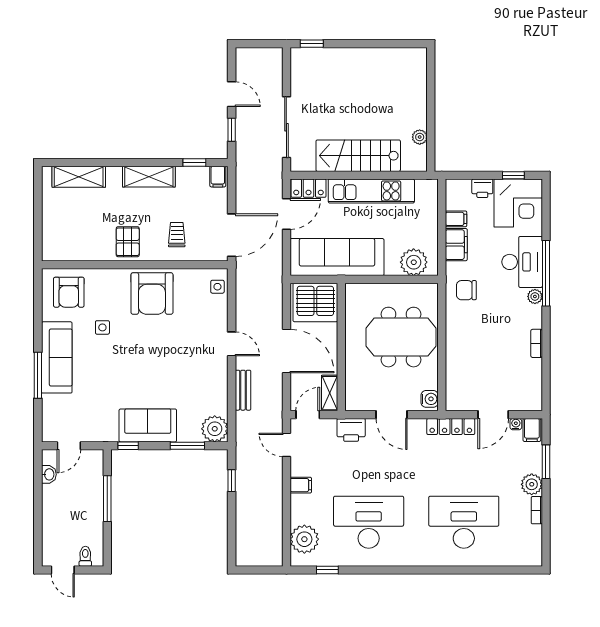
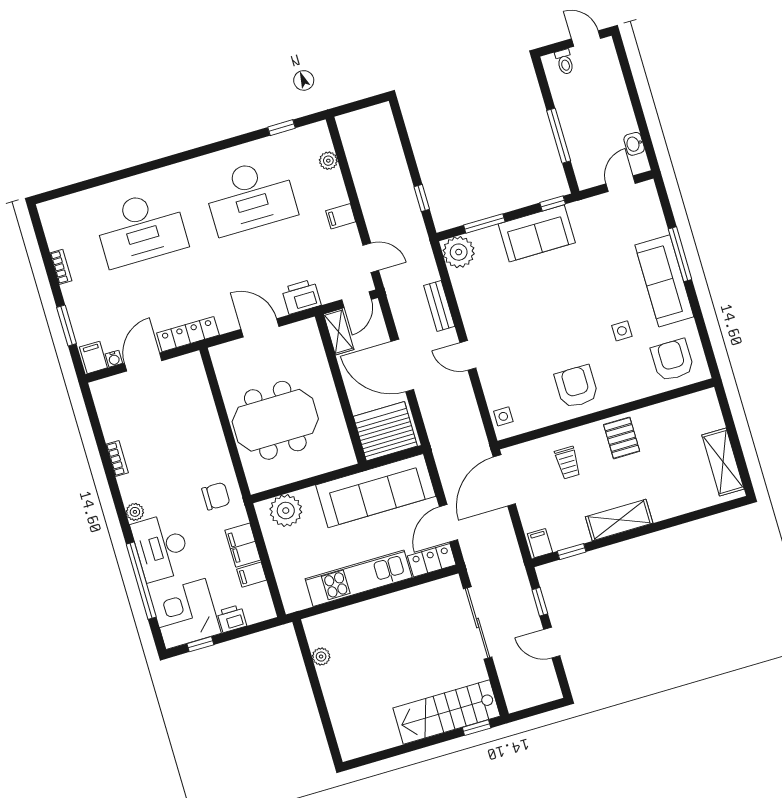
stairs: (358, 156) -> (447, 712), moved, turned 180
shelving: (79, 177) -> (723, 462), moved, turned 90
window: (546, 273) -> (141, 581), moved
armchair: (152, 293) -> (576, 387), width x0.73, depth x0.73
water cooler: (430, 399) -> (222, 359), removed
plant: (532, 484) -> (75, 295), removed
plant: (304, 539) -> (328, 161), width x0.53, depth x0.53

